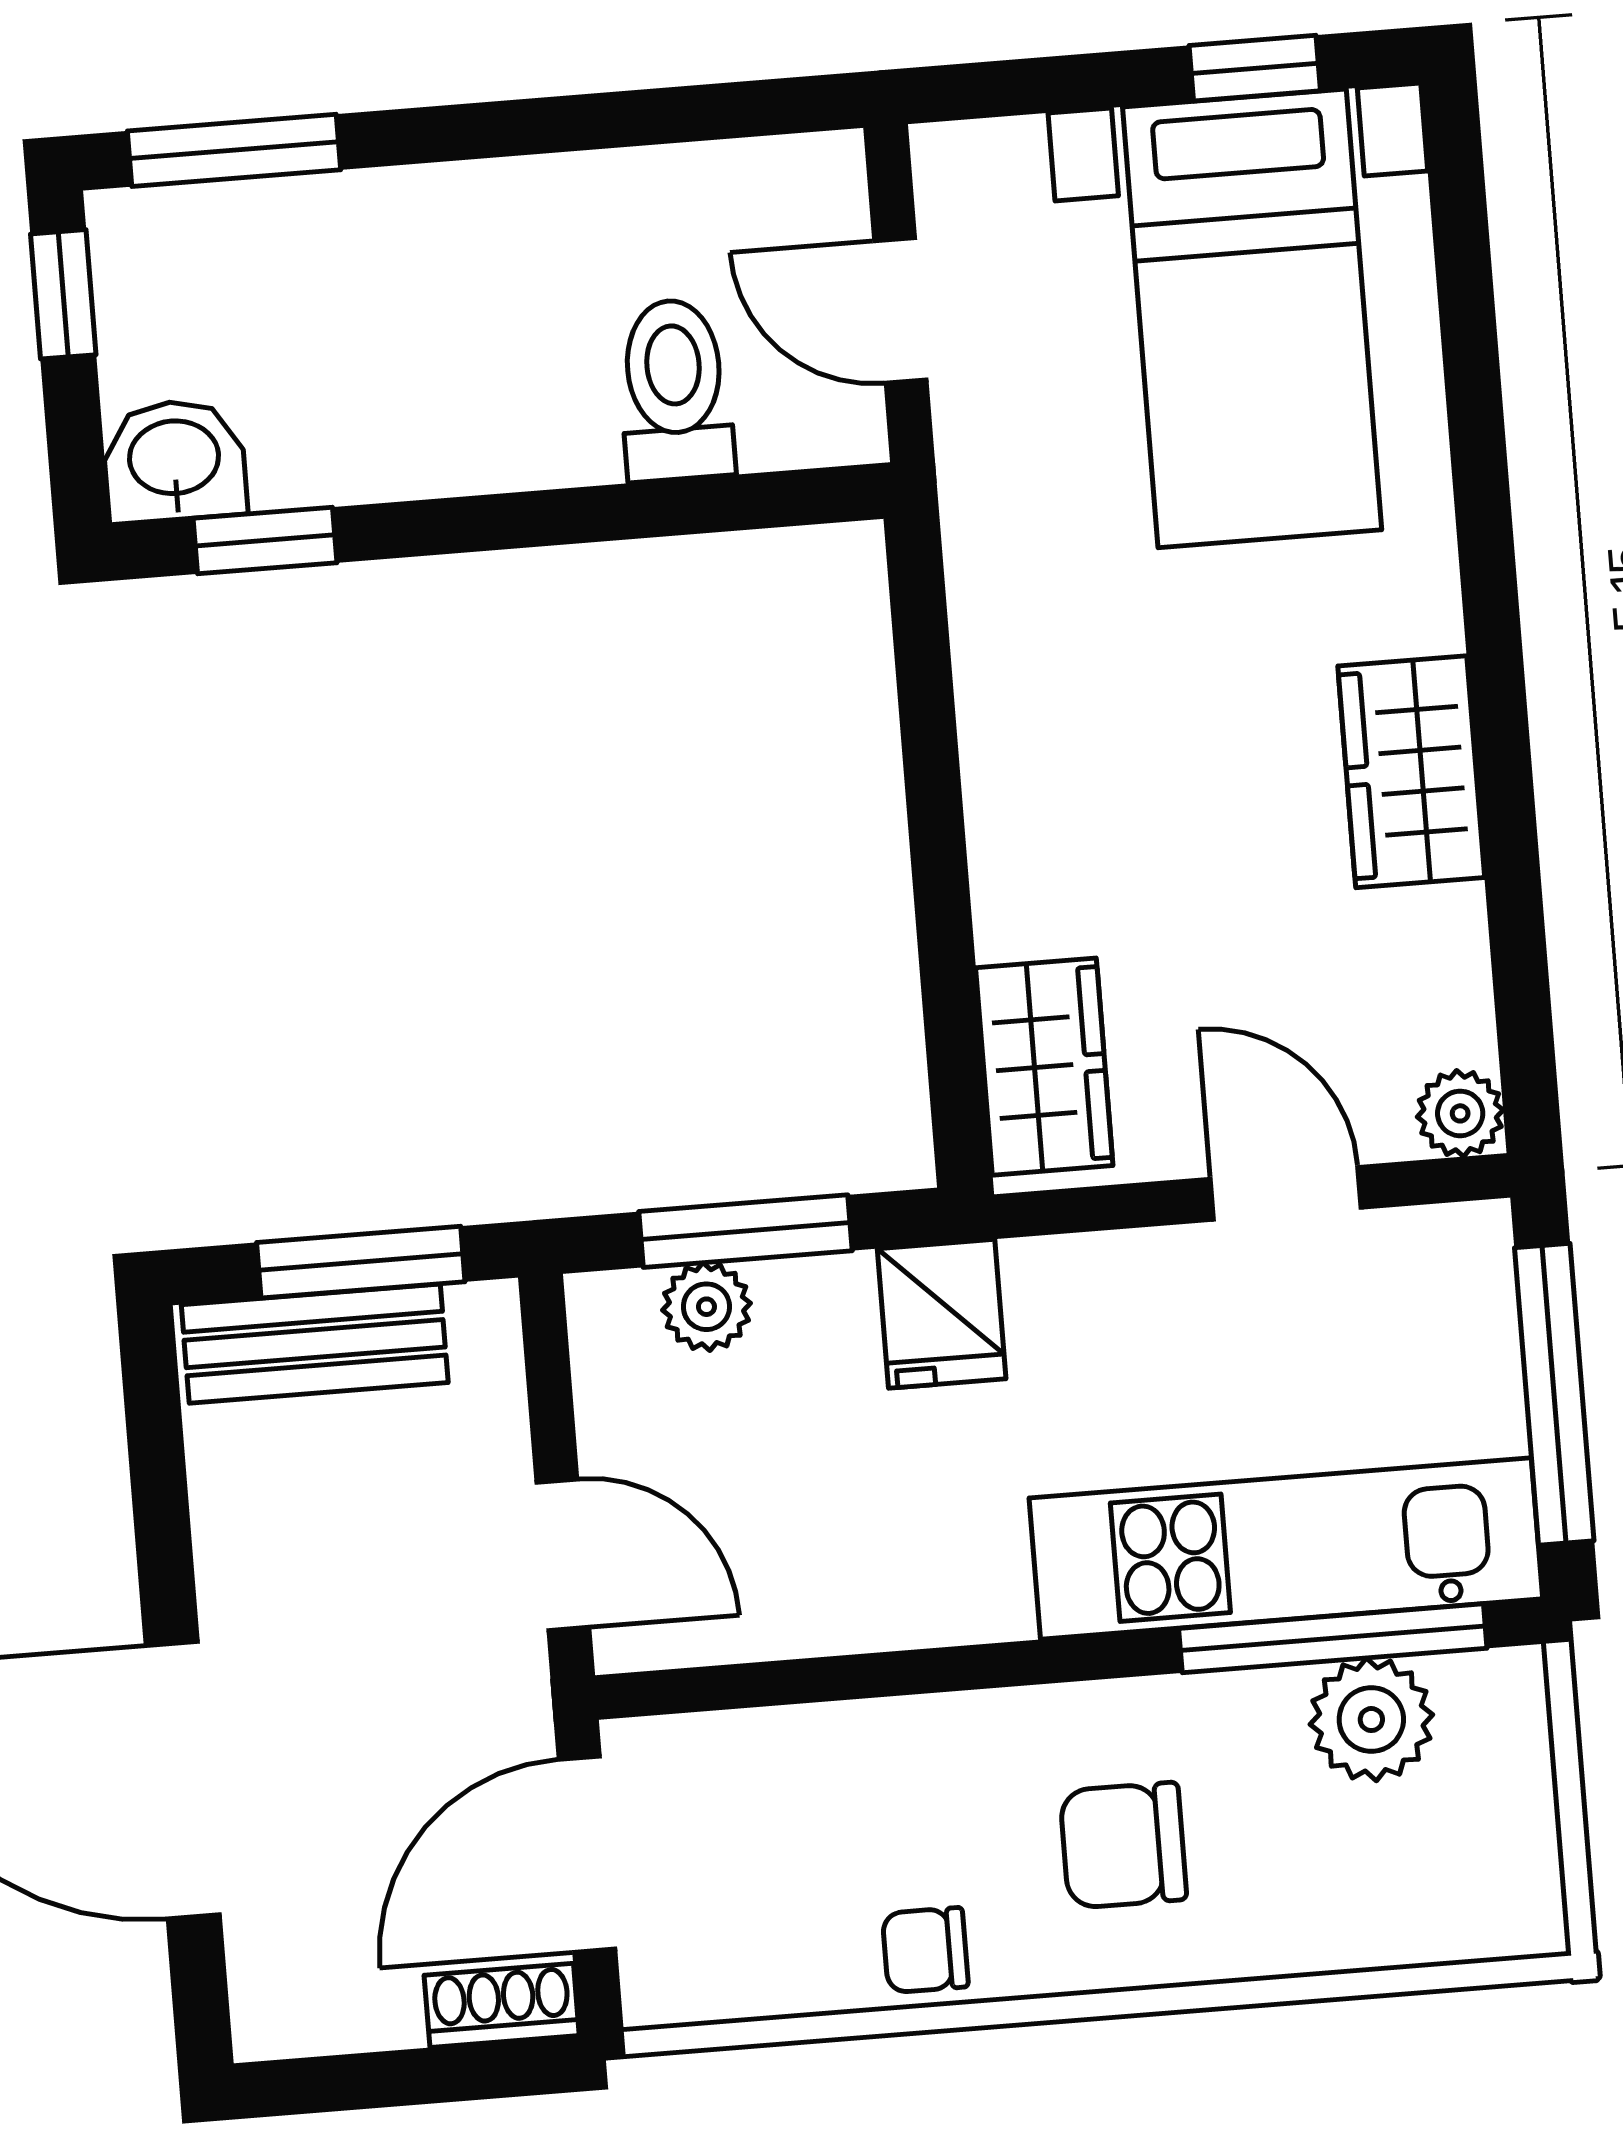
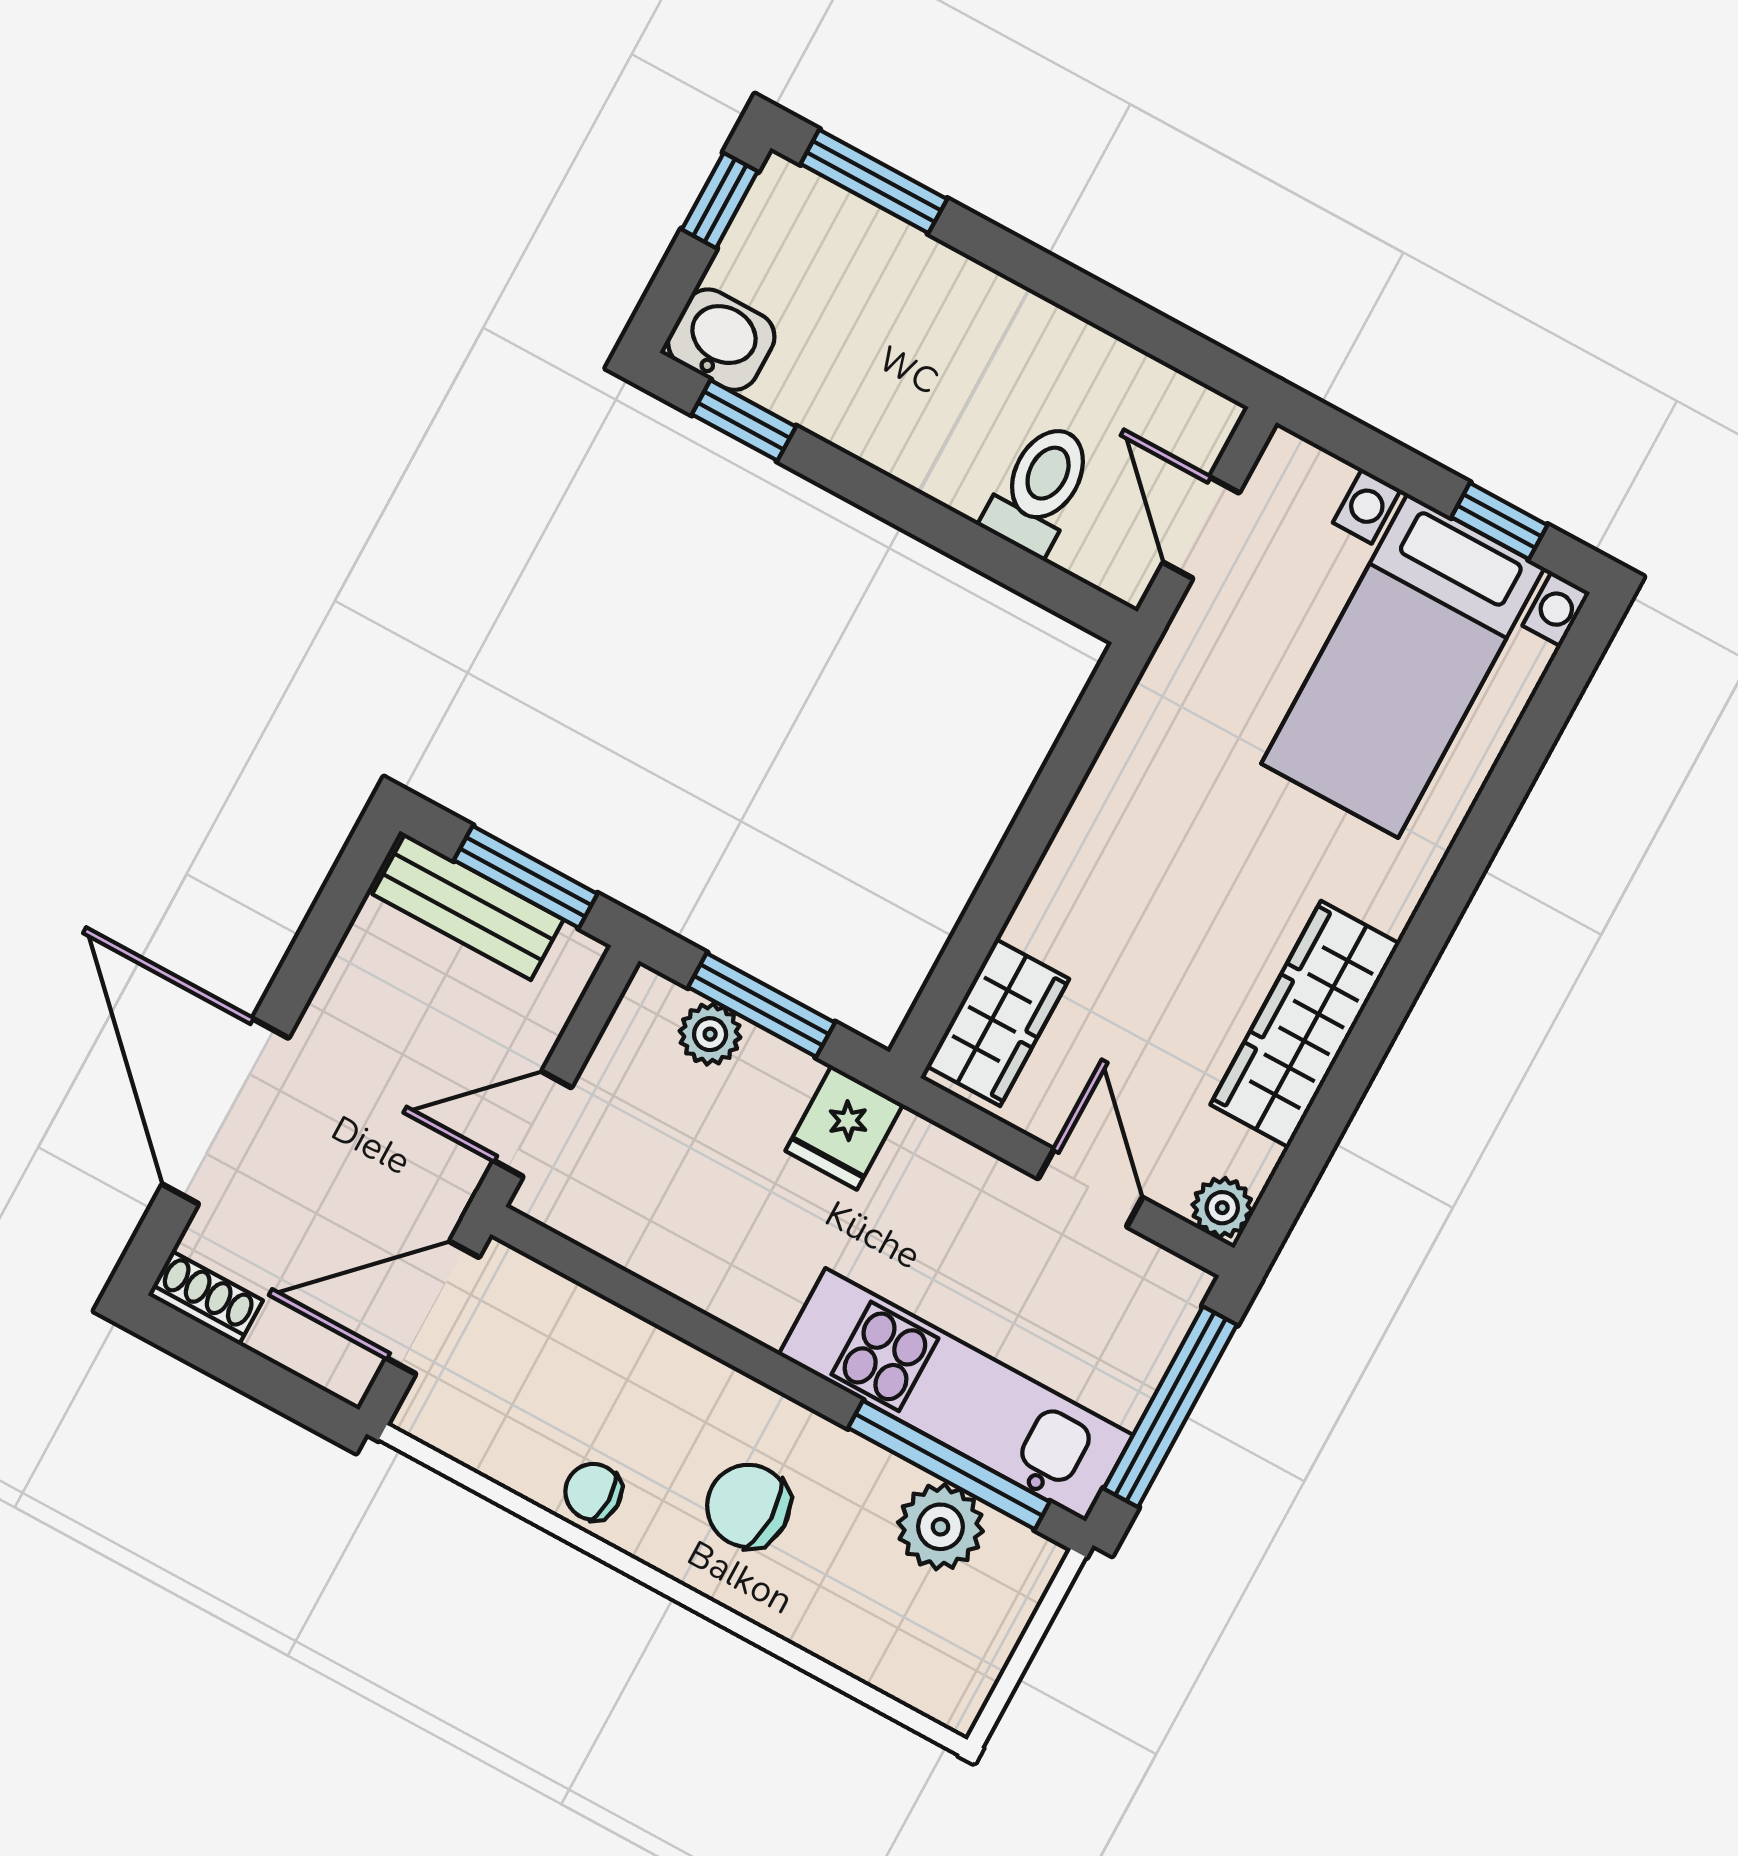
wardrobe: (1411, 772) -> (1305, 1024), width x1.50
door: (563, 1555) -> (532, 1124), swing flipped
shoe rack: (502, 2005) -> (205, 1298), moved

